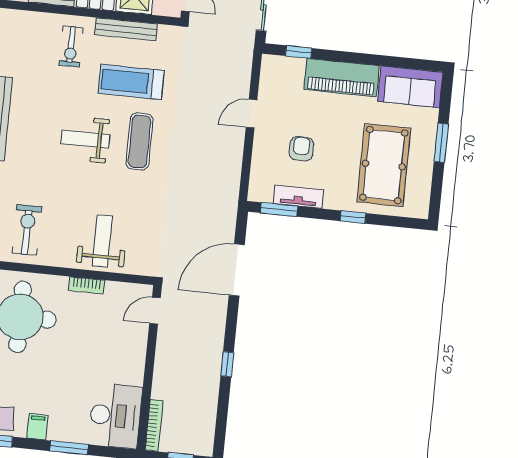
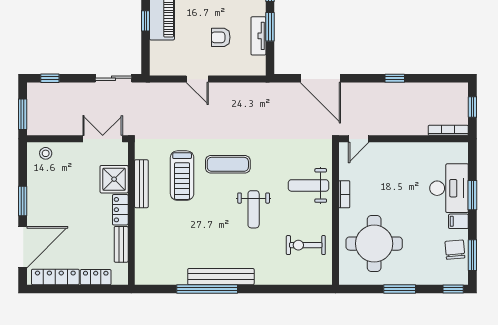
exercise bike: (71, 46) -> (159, 225), removed
window: (299, 52) -> (145, 21), moved
weight bench: (85, 139) -> (254, 209), moved
window: (279, 210) -> (270, 27), moved
door: (155, 311) -> (359, 139), hinge flipped
desk: (115, 416) -> (449, 188), moved, turned 90

